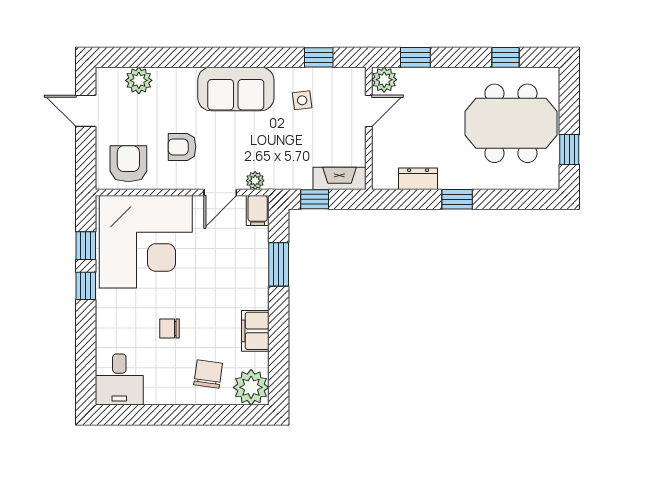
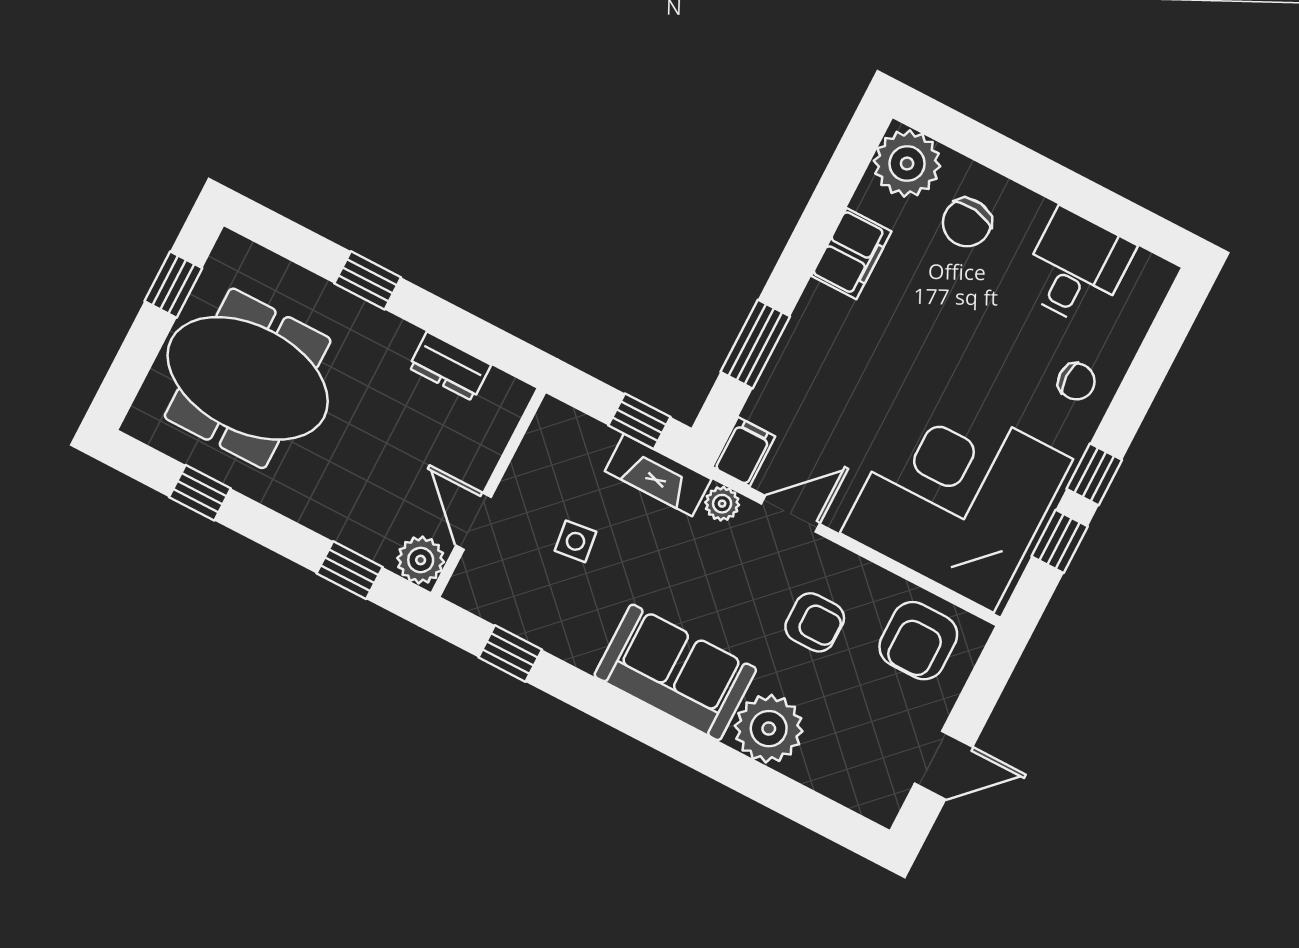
plant: (139, 80) -> (769, 729), moved, width x1.36, depth x1.36
side table: (302, 100) -> (575, 541), moved
door: (86, 111) -> (944, 765), hinge flipped
door: (369, 111) -> (474, 521), hinge flipped
fireplace: (339, 178) -> (658, 475), moved
window: (457, 199) -> (368, 280), moved
chair: (169, 329) -> (1076, 381), moved
desk: (119, 379) -> (1076, 268), moved

